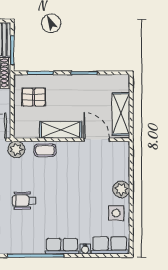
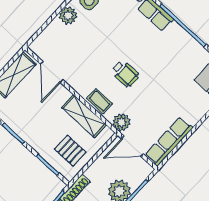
shelving: (61, 130) -> (84, 116), moved
wheelchair: (24, 201) -> (125, 74), moved

